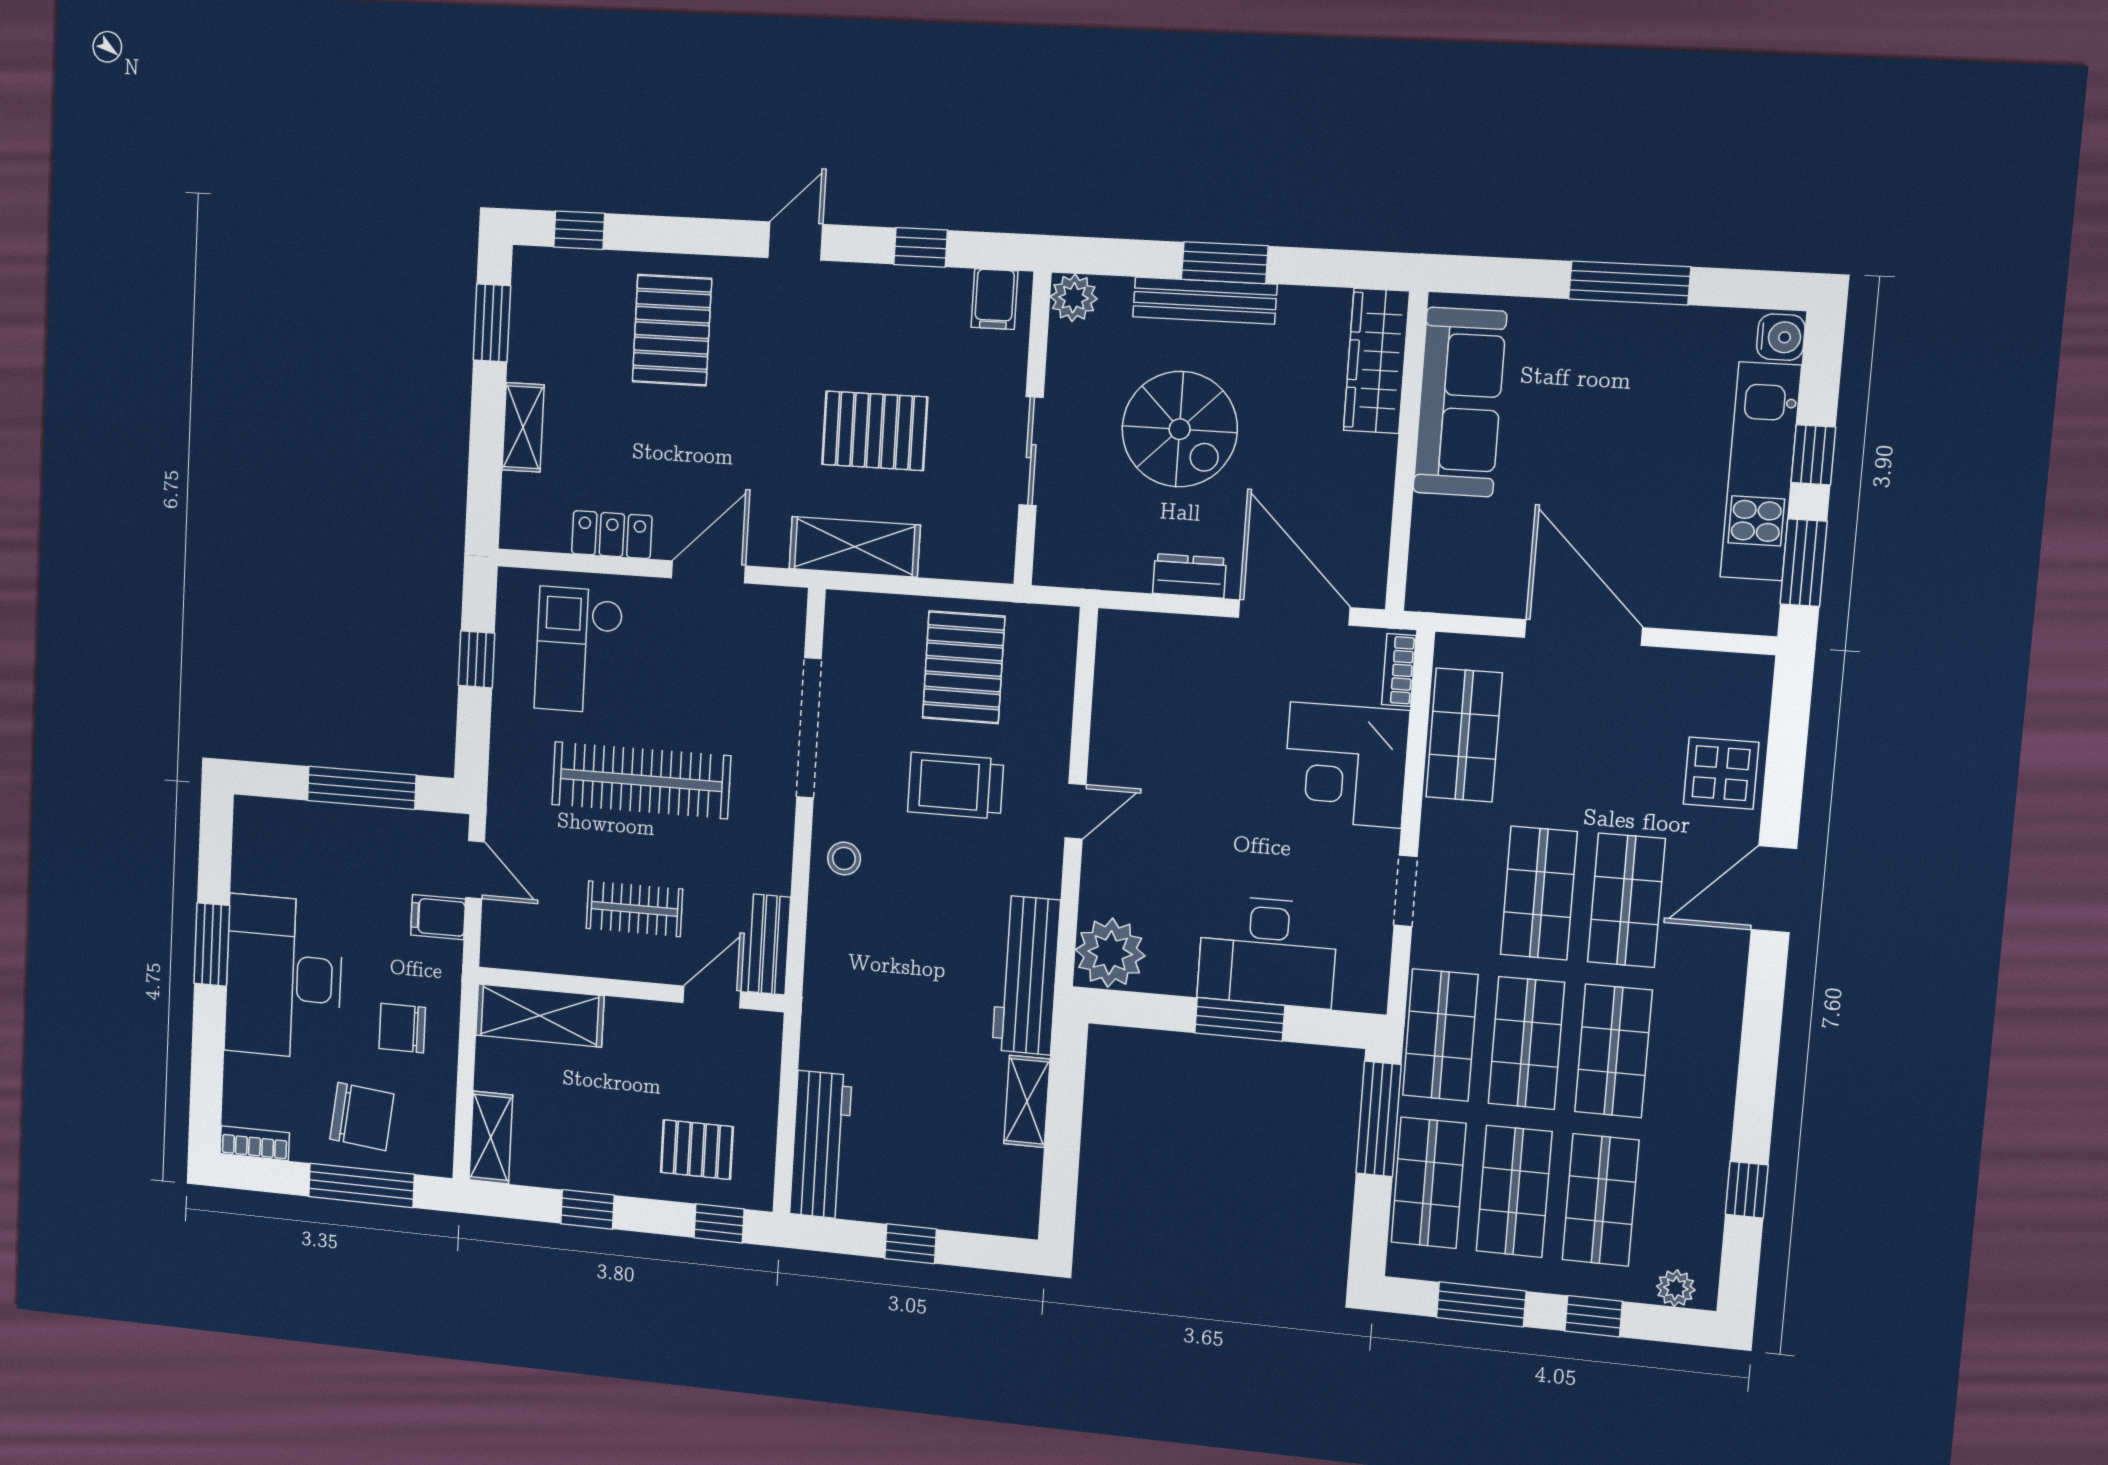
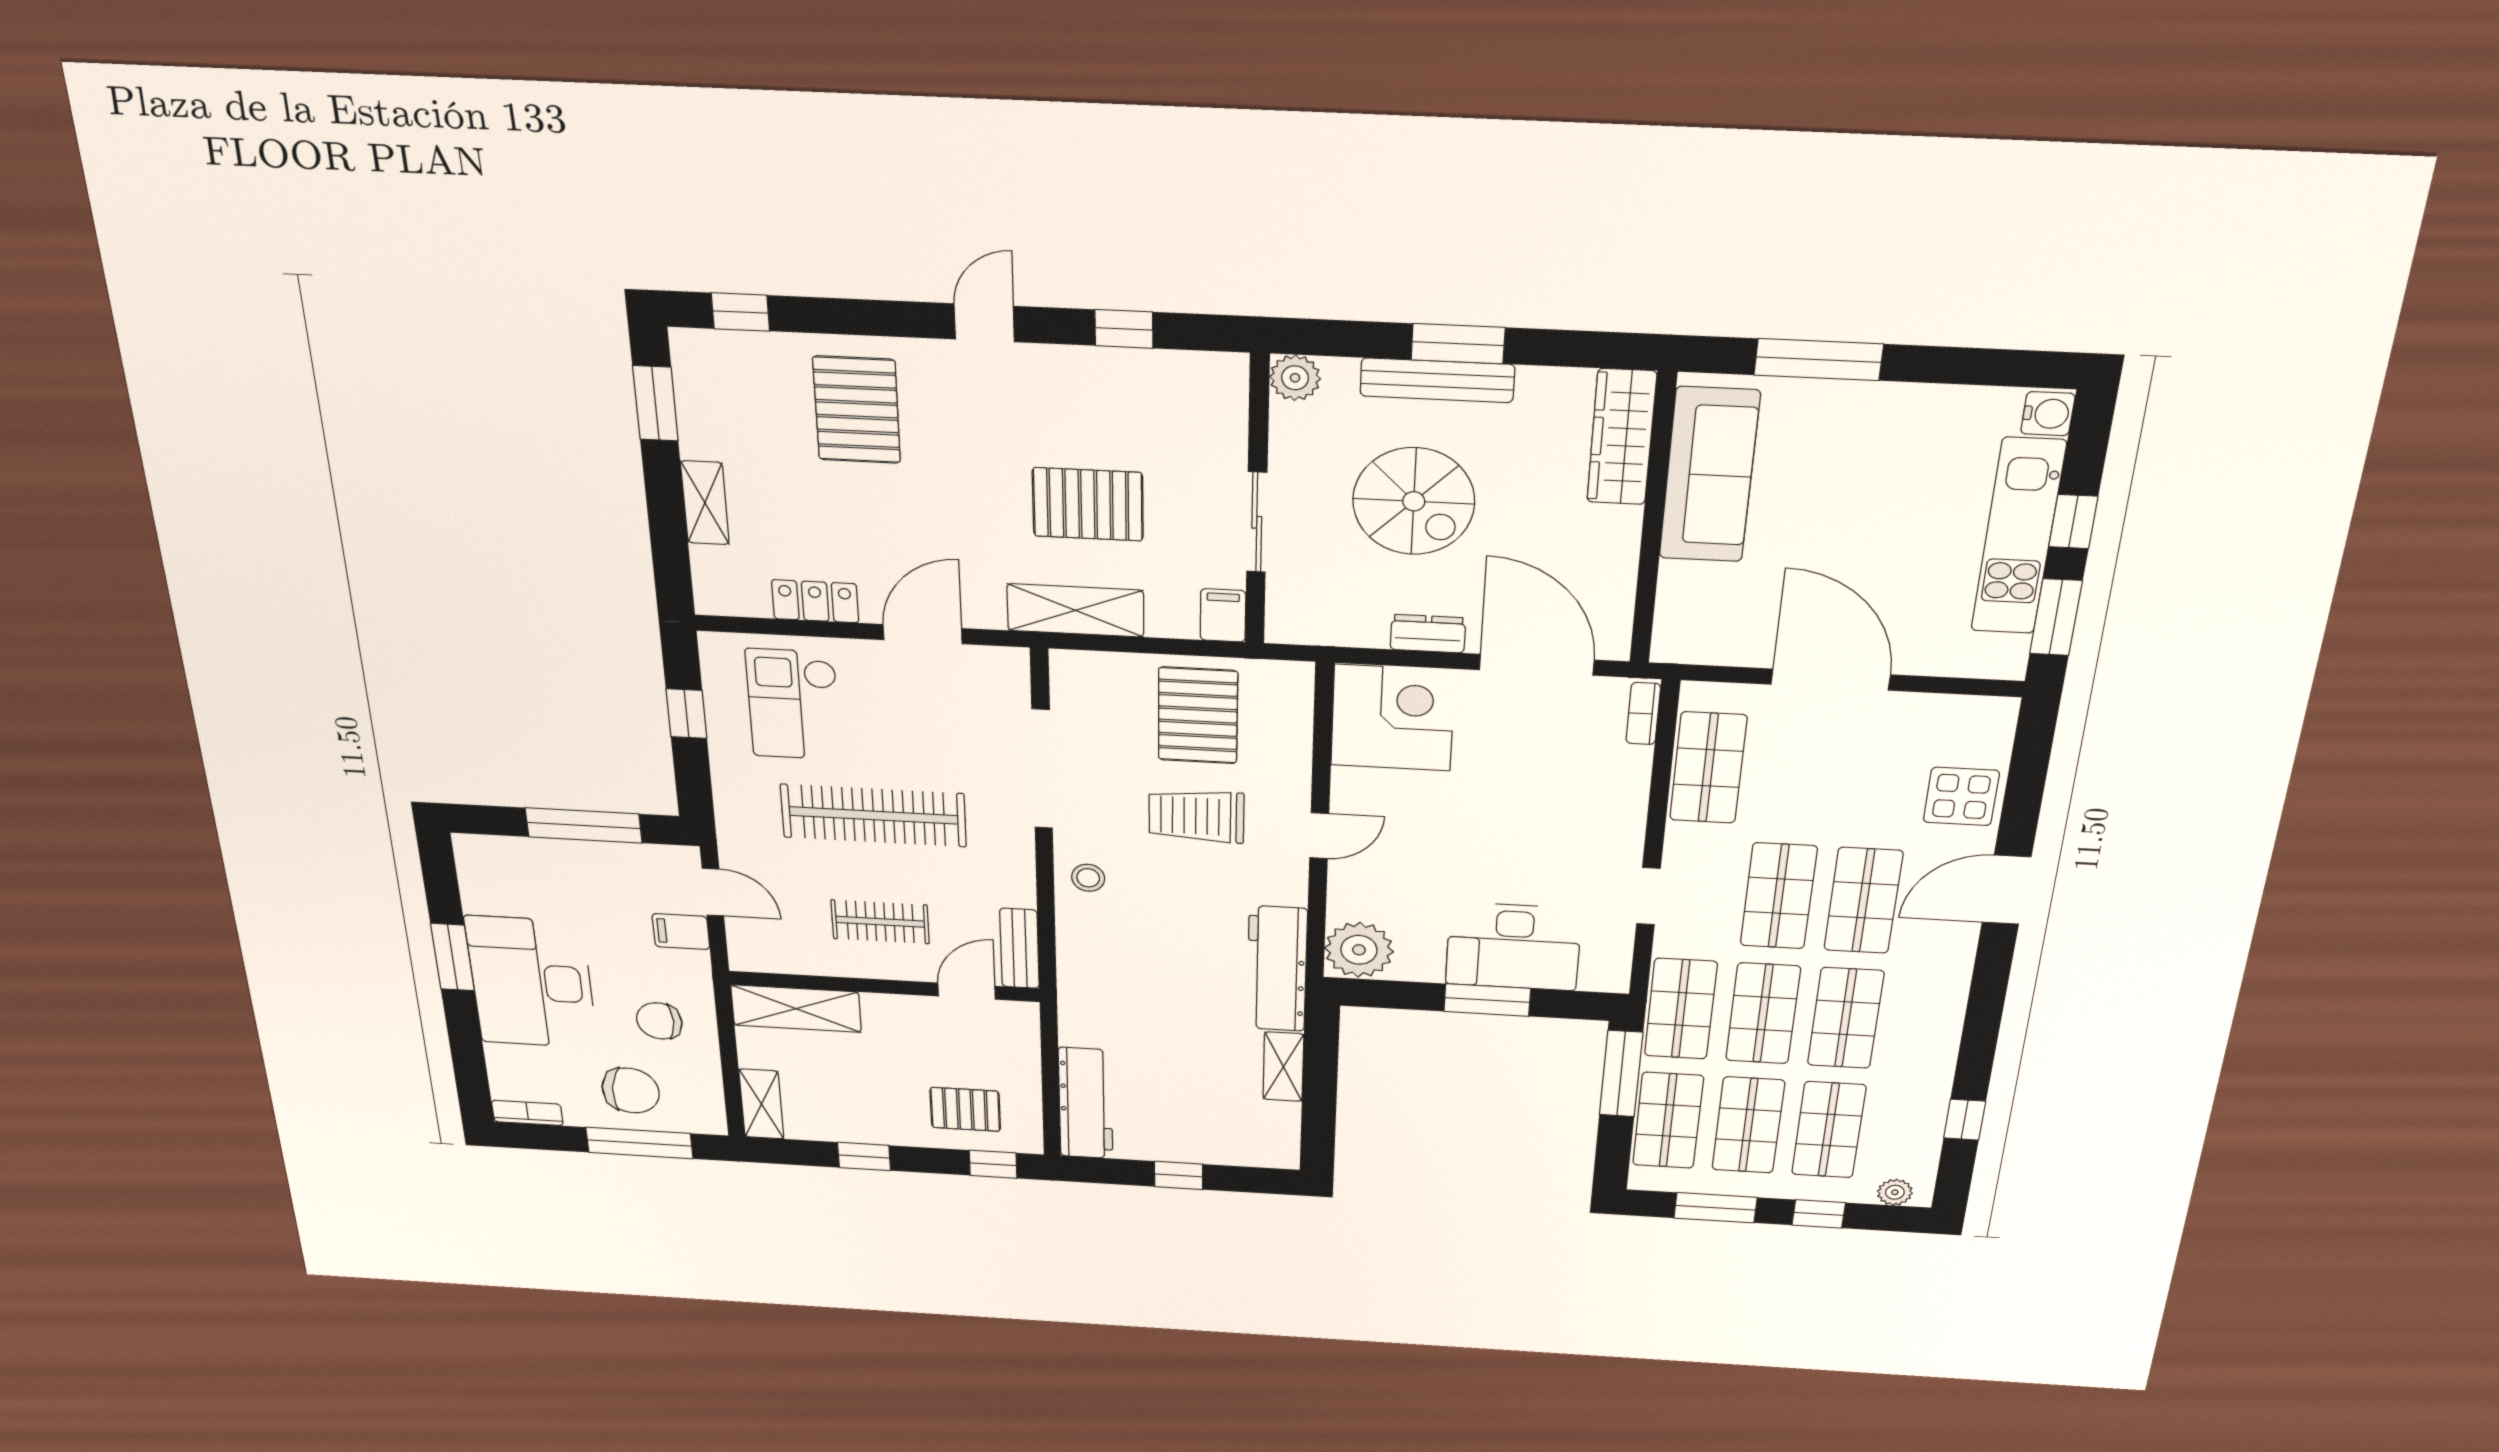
window: (1630, 283) -> (1819, 360), moved
filing cabinet: (994, 299) -> (1223, 615), moved, turned 180
corner desk: (1346, 765) -> (1393, 718), moved, turned 180

